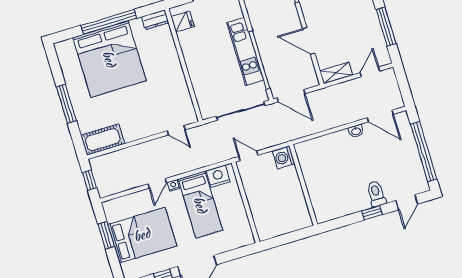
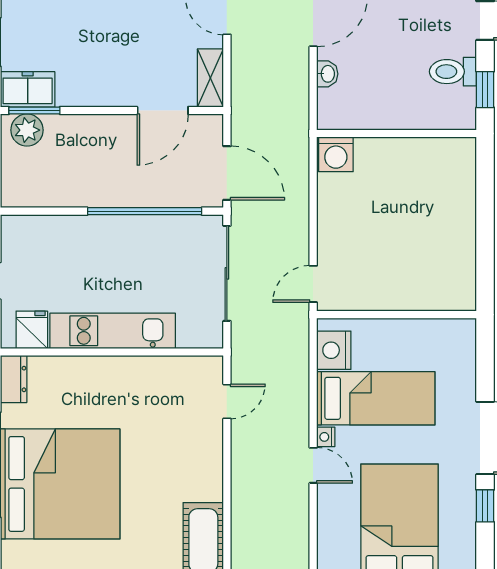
door: (309, 41) -> (163, 111), moved
kitchen unit: (245, 51) -> (113, 331), moved, turned 180
door: (291, 96) -> (227, 173), hinge flipped
washing machine: (284, 158) -> (336, 154), moved
wall: (303, 185) -> (397, 134), moved

